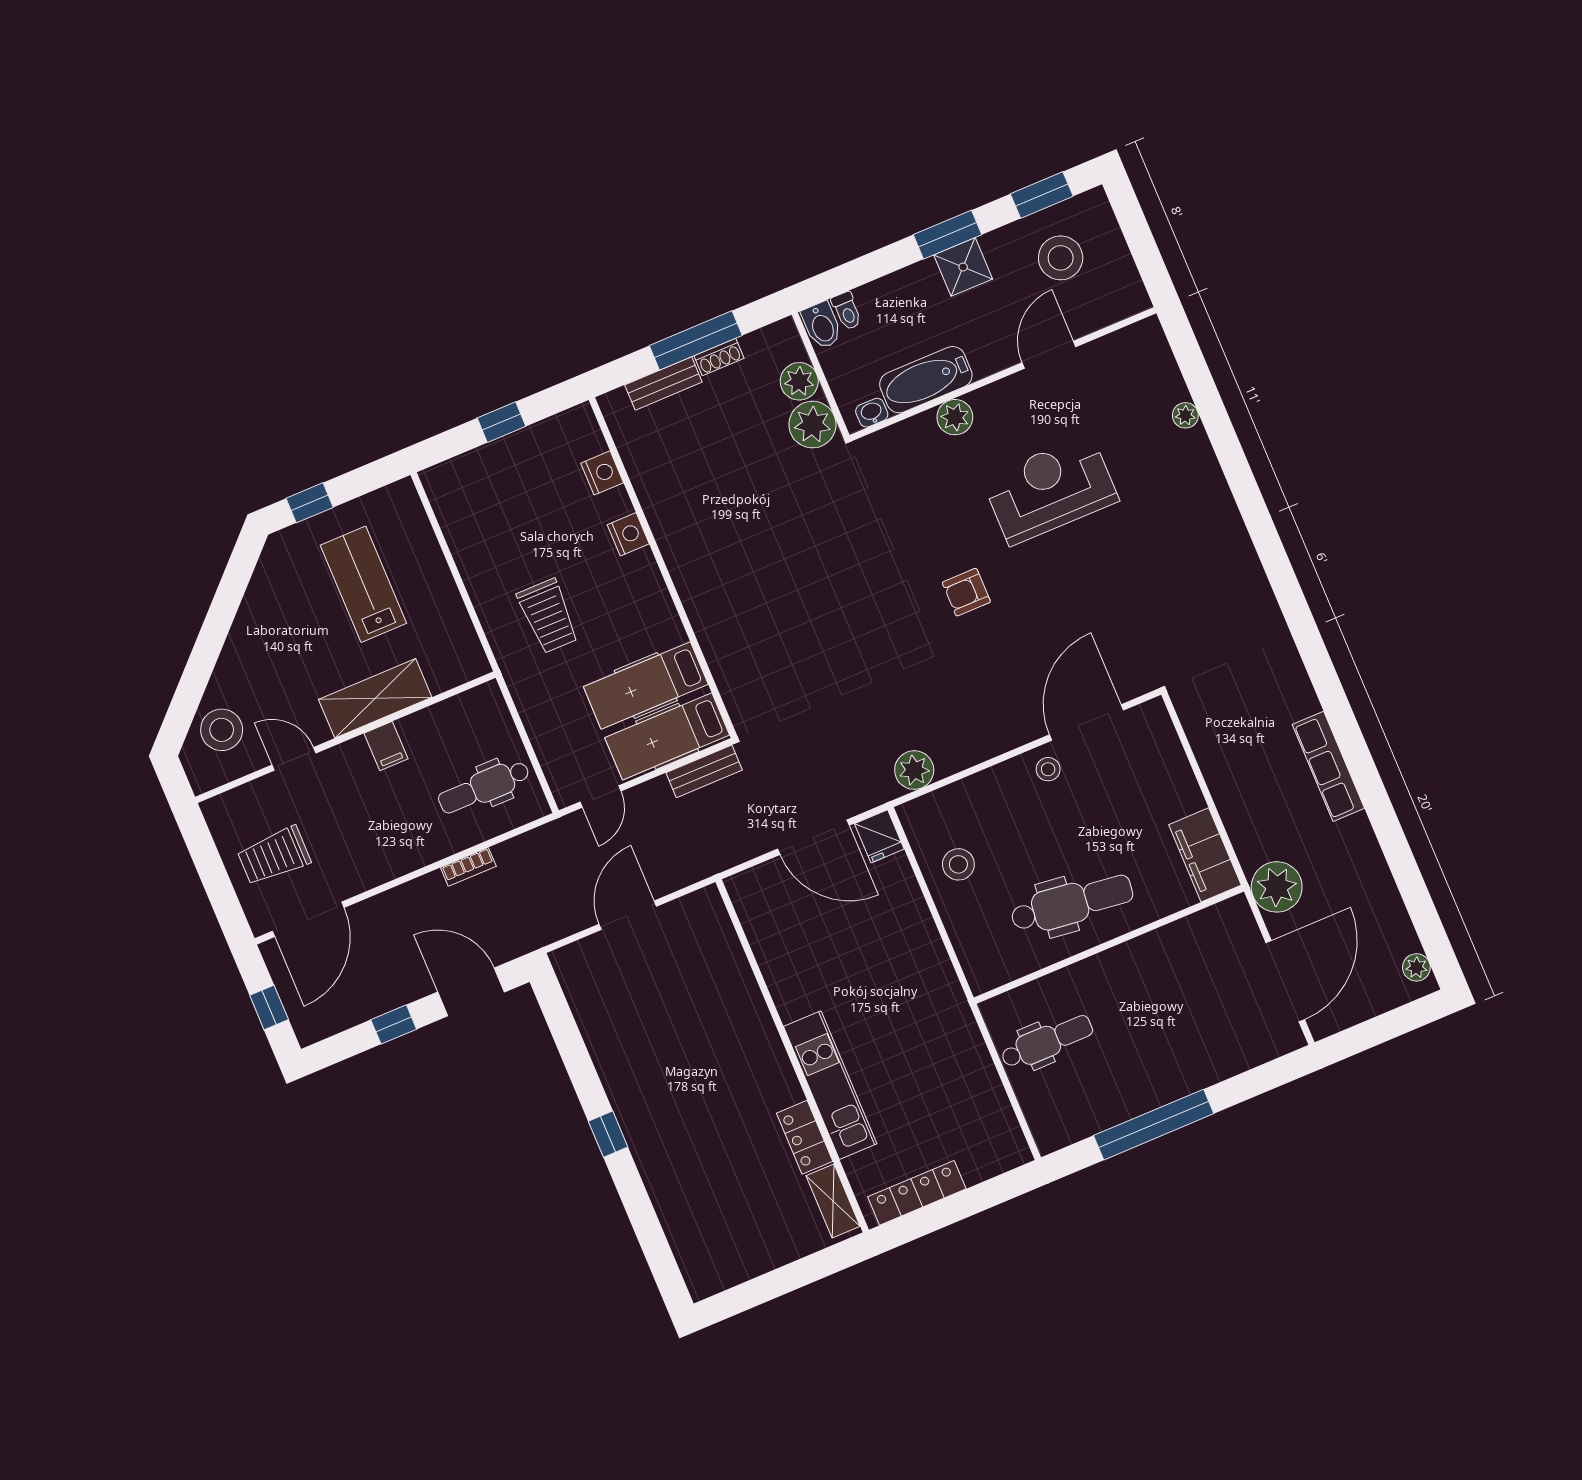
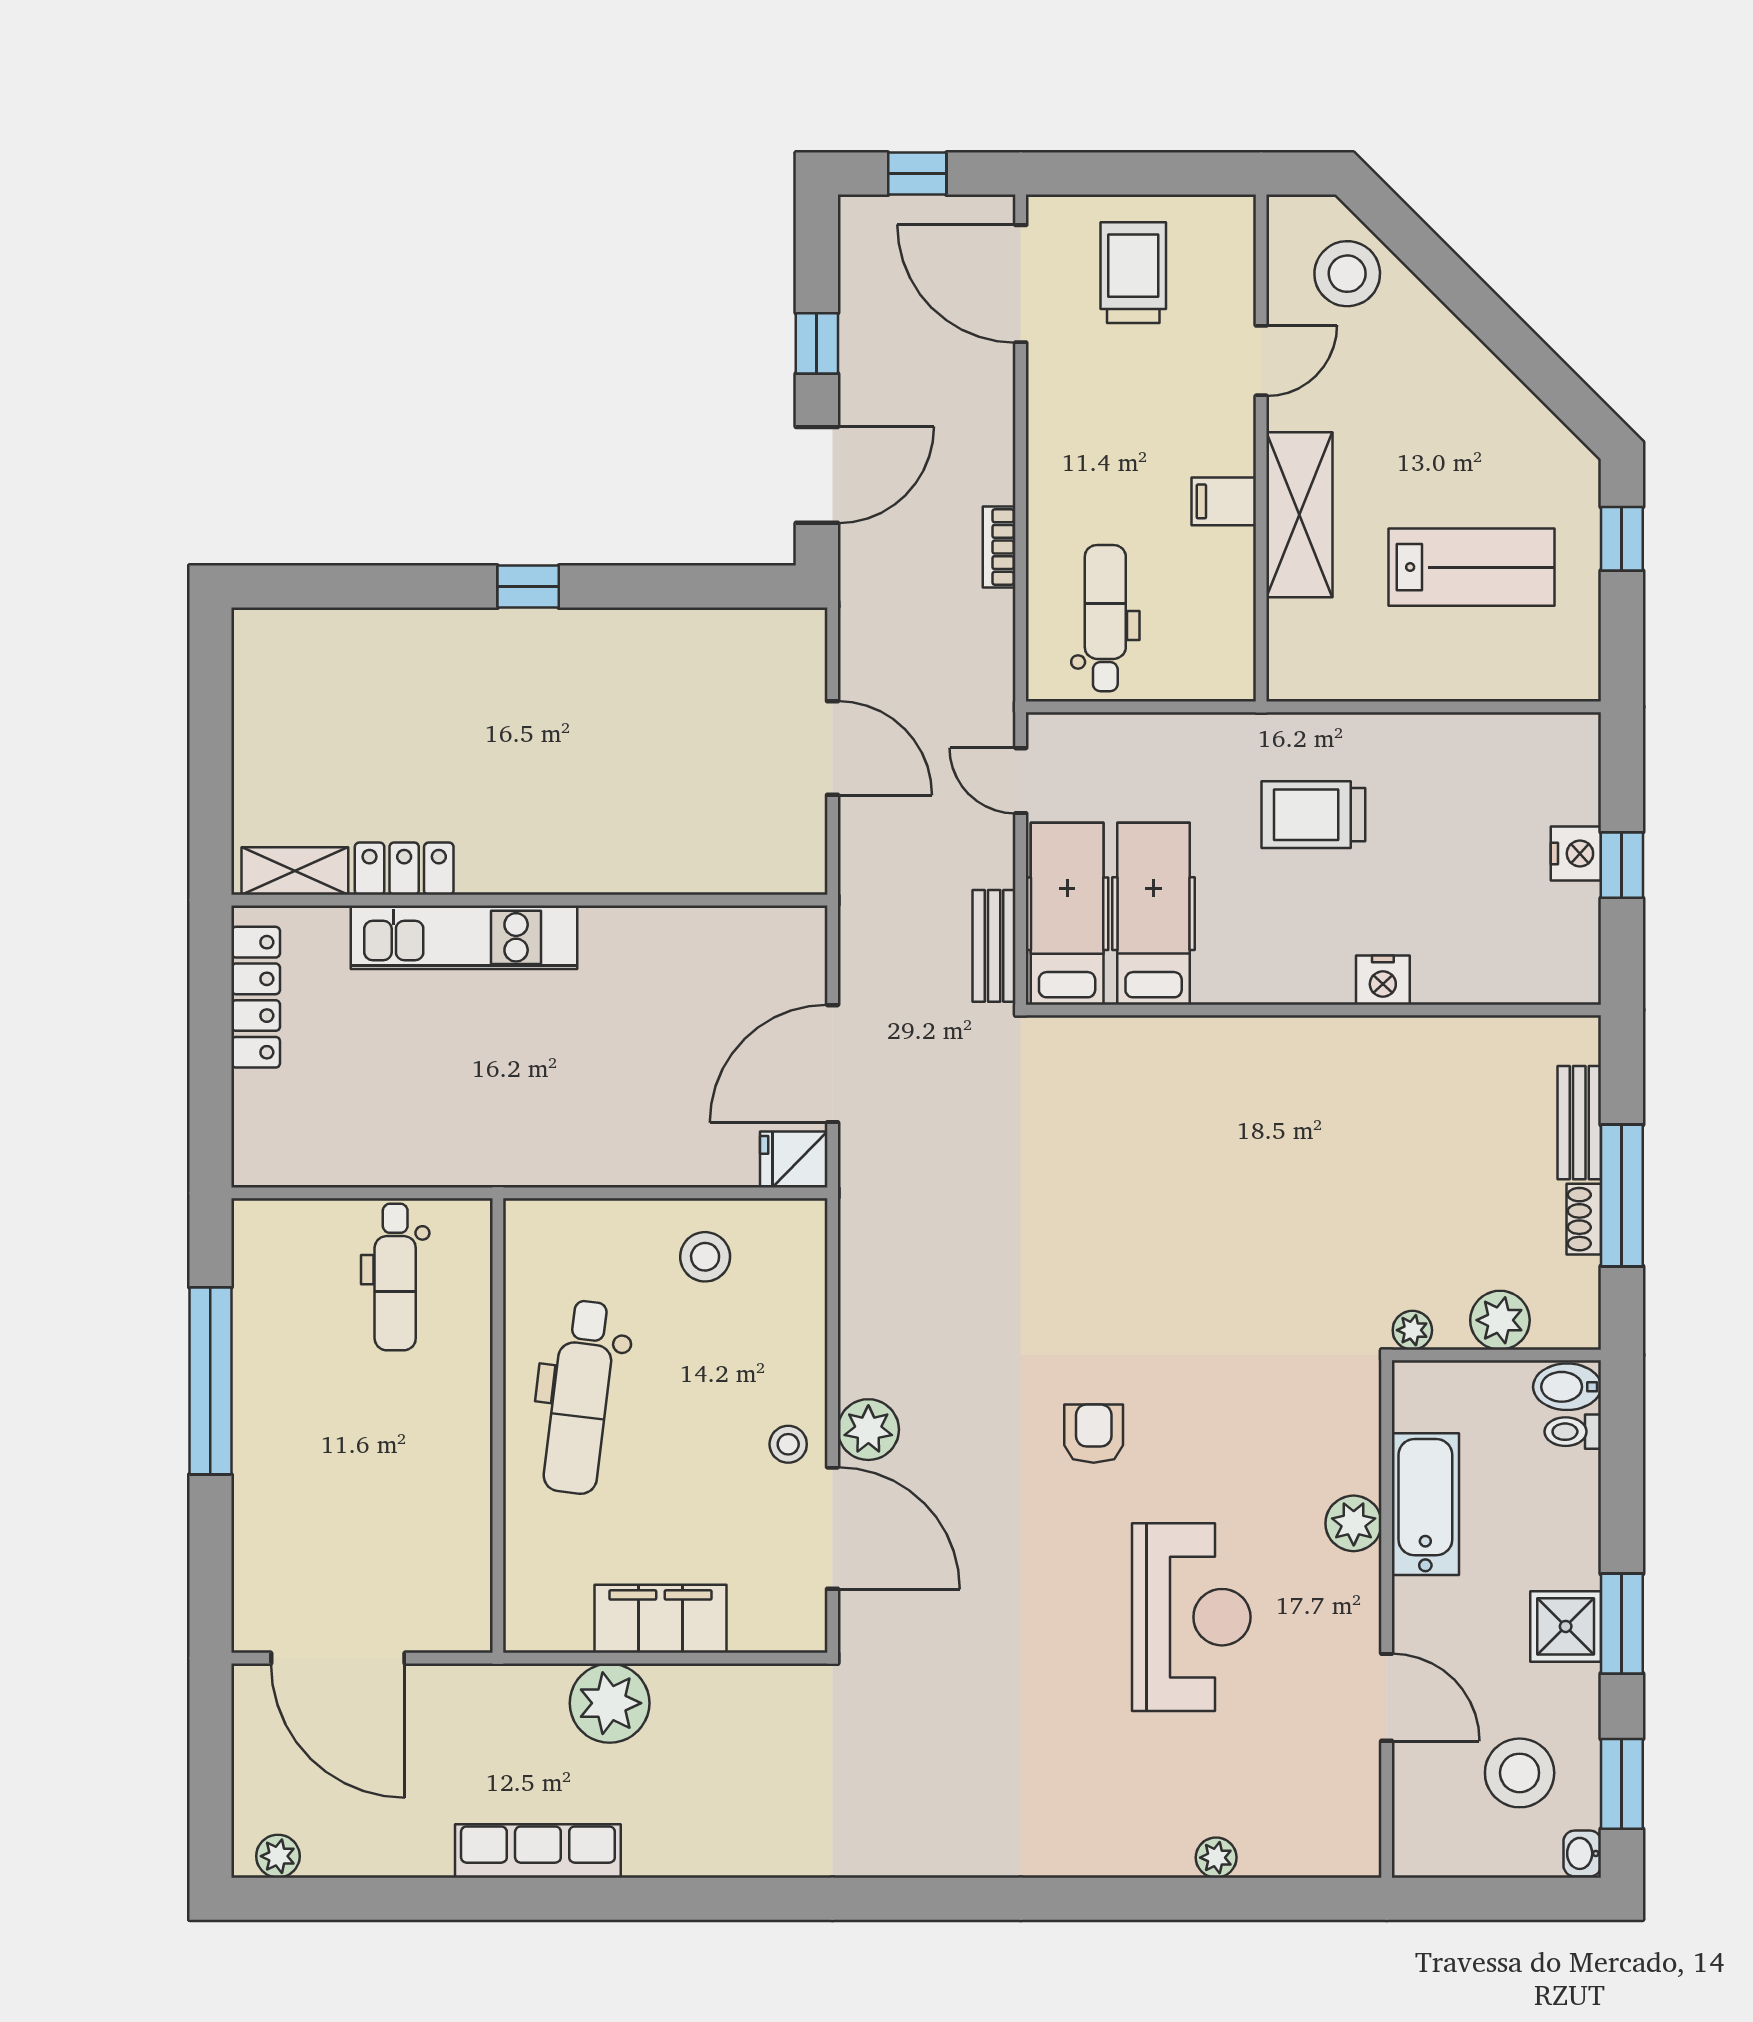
washbasin: (872, 413) -> (1582, 1853), moved, turned 180
plant: (812, 425) -> (1412, 1330), width x0.53, depth x0.53
nightstand: (602, 473) -> (1576, 853), moved, turned -90
row of seats: (1328, 766) -> (538, 1851), moved
plant: (914, 770) -> (868, 1430), moved
filing cabinet: (1205, 855) -> (660, 1619), moved
plant: (1277, 887) -> (610, 1703), moved

